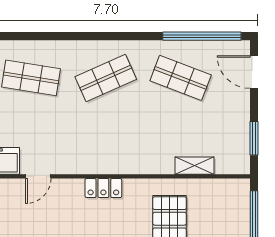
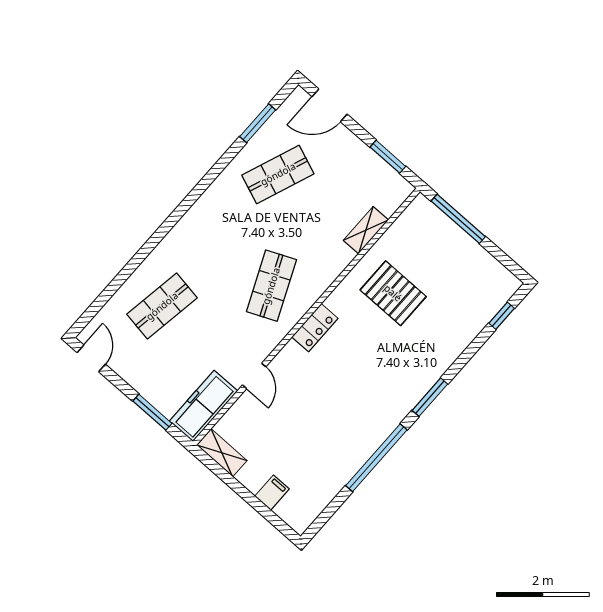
window: (202, 36) -> (258, 123), width x0.47
shop shelf: (106, 78) -> (271, 286), moved

